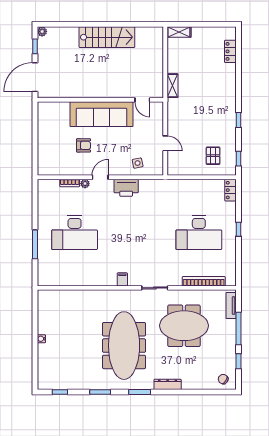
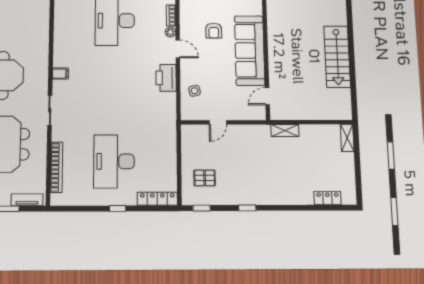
locker: (231, 190) -> (157, 199), width x1.53

